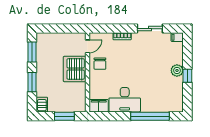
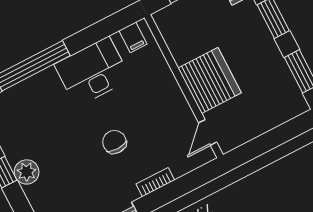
chair: (100, 64) -> (114, 142), moved
filing cabinet: (99, 106) -> (133, 37), width x0.50

